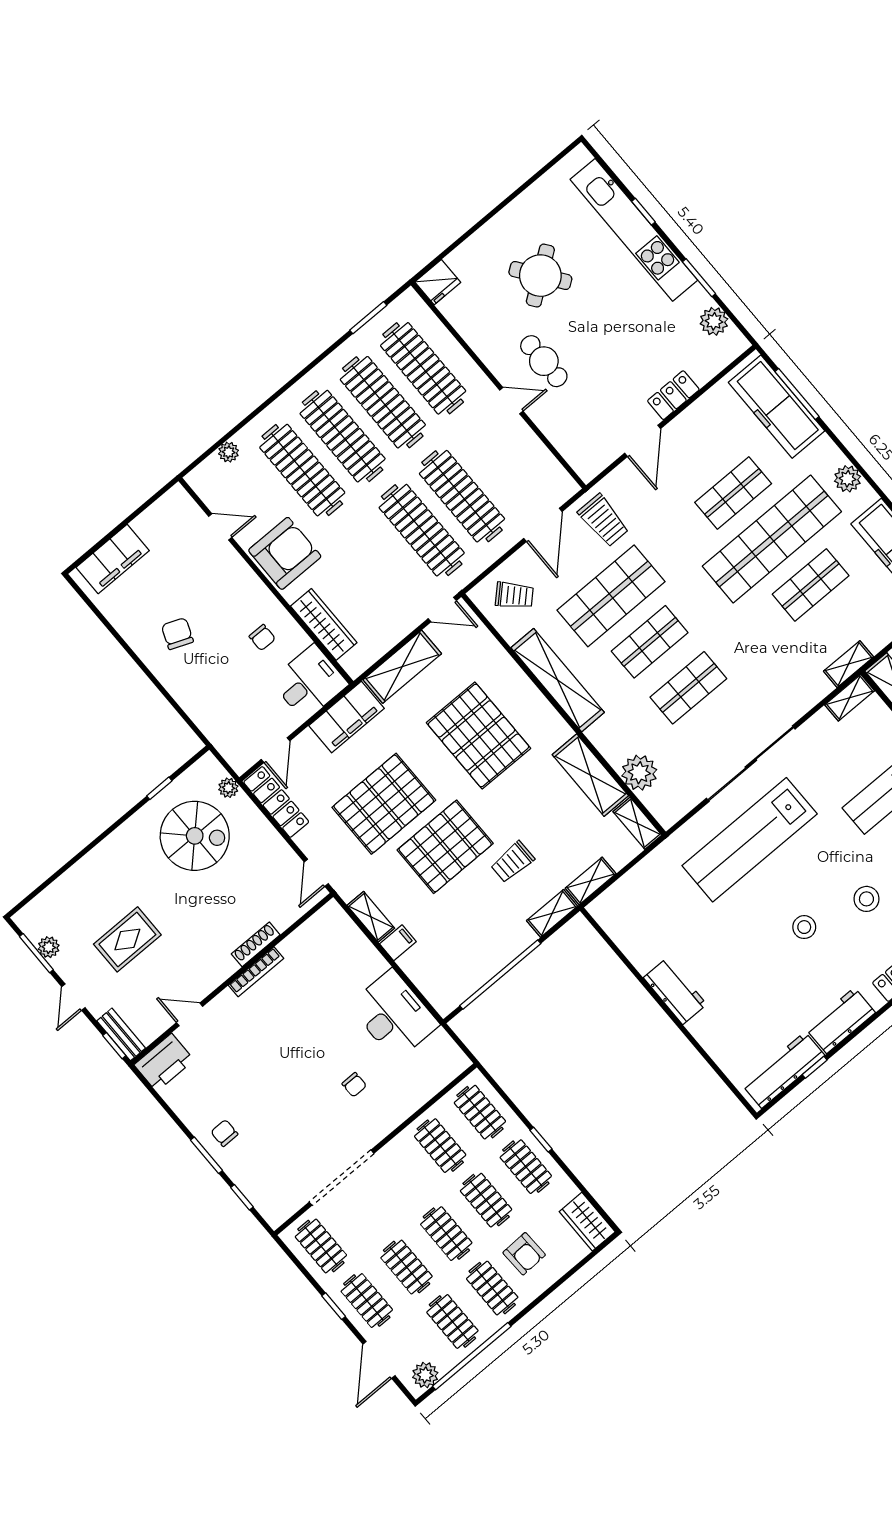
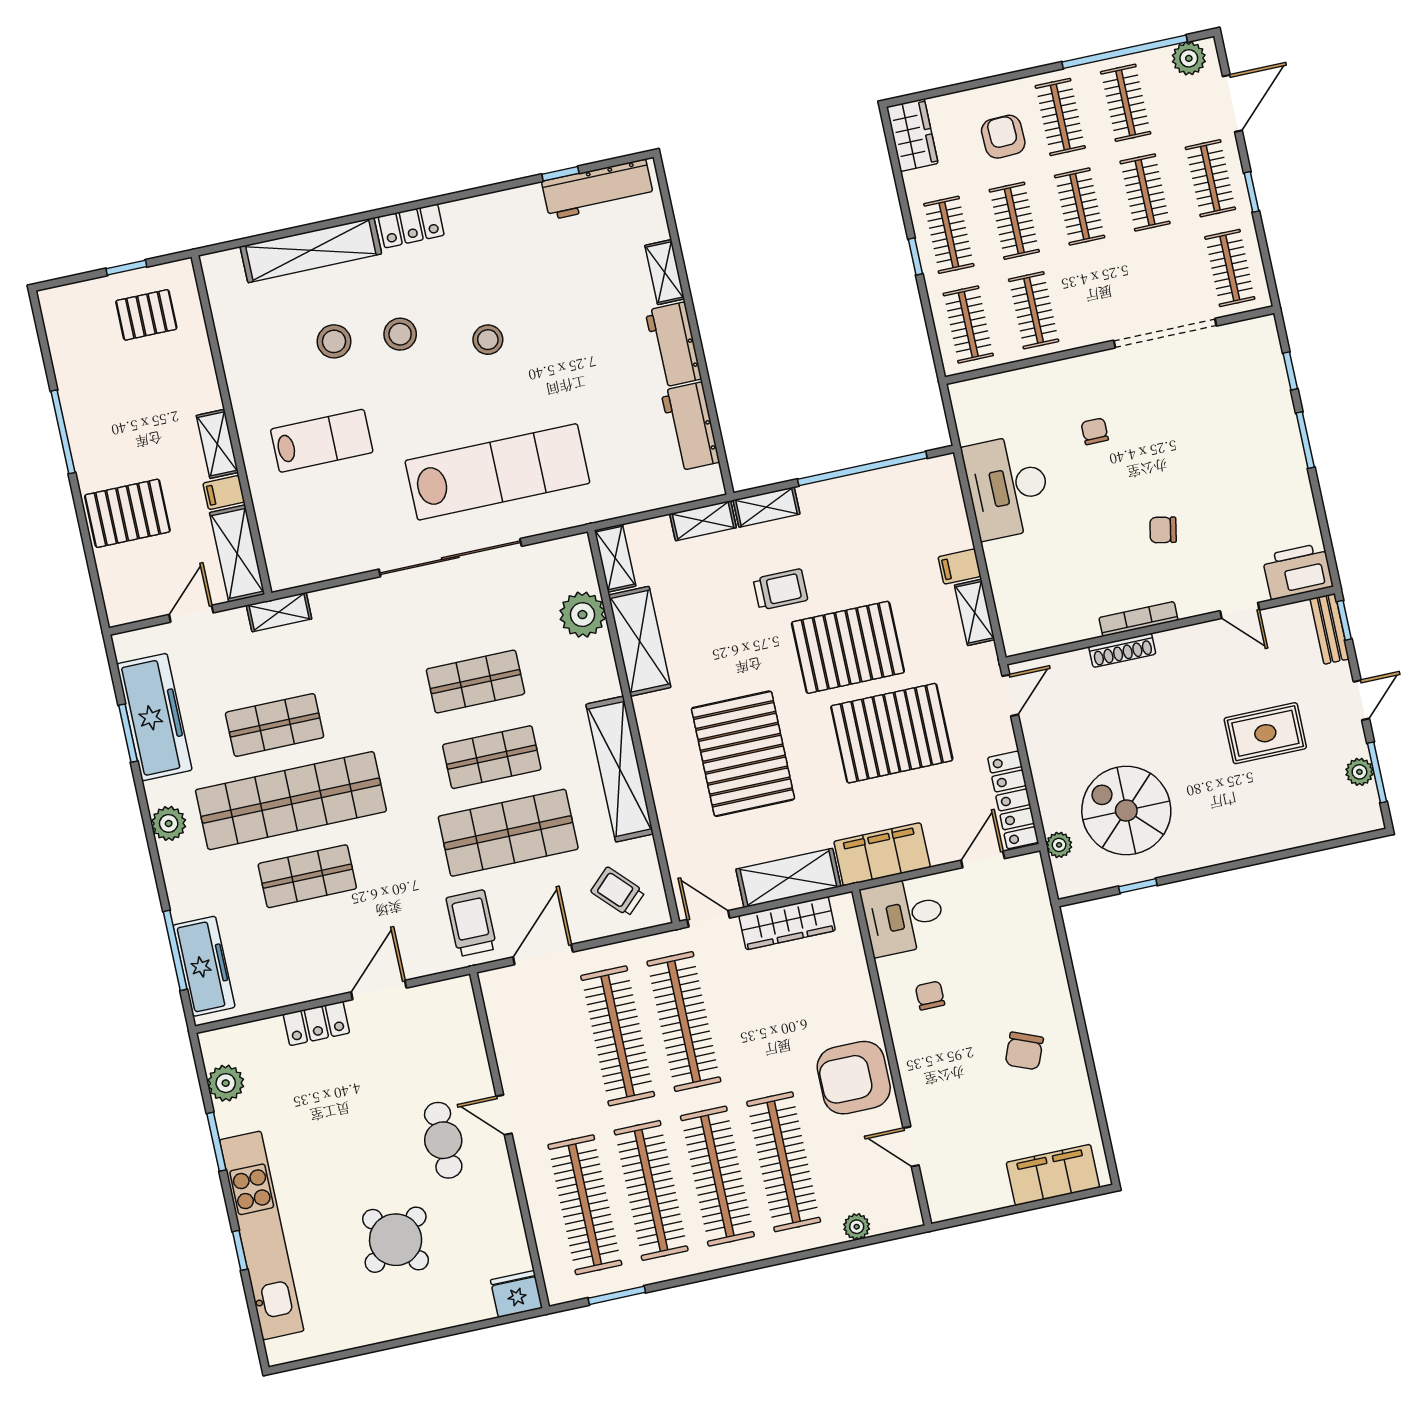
freezer: (776, 407) -> (204, 966), width x0.73, depth x0.79
wardrobe: (324, 624) -> (787, 923), moved, turned -90
shelving: (850, 698) -> (665, 272), moved, turned 90
workbench: (840, 1021) -> (690, 427), moved, turned 90
chair: (224, 1133) -> (1163, 530), moved, turned 101

